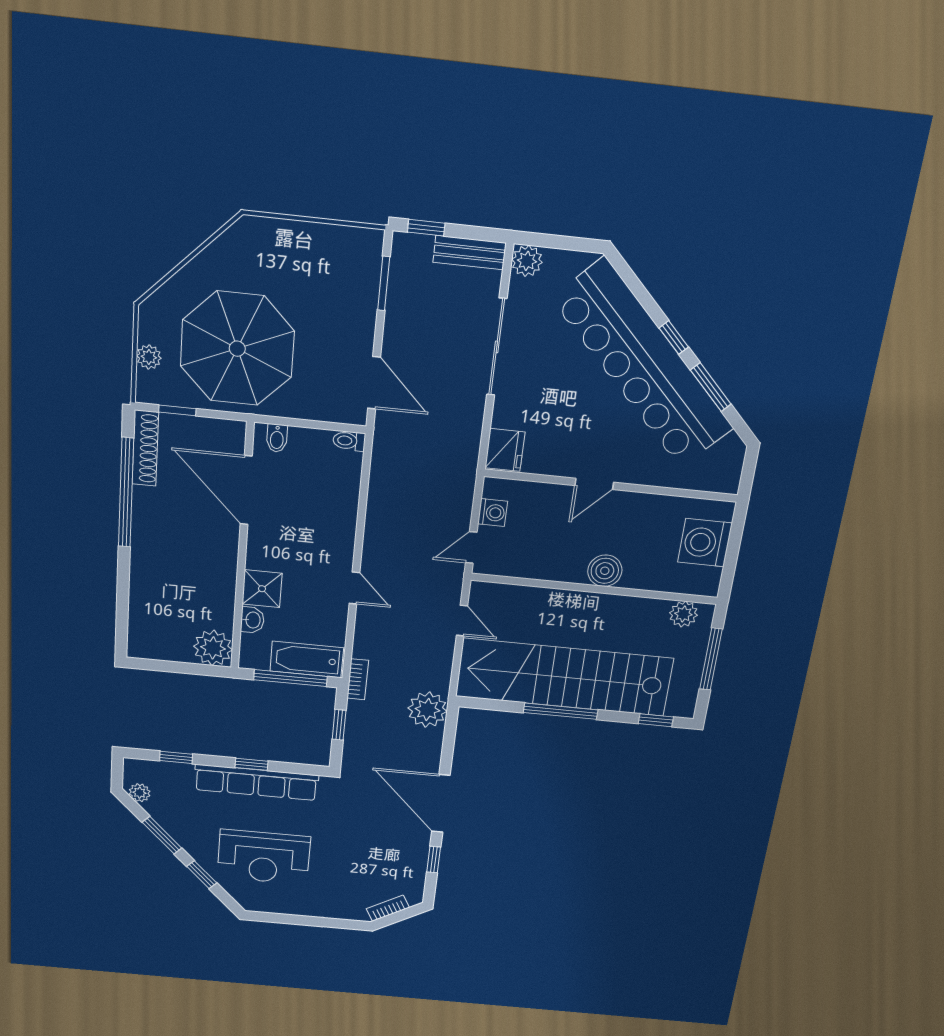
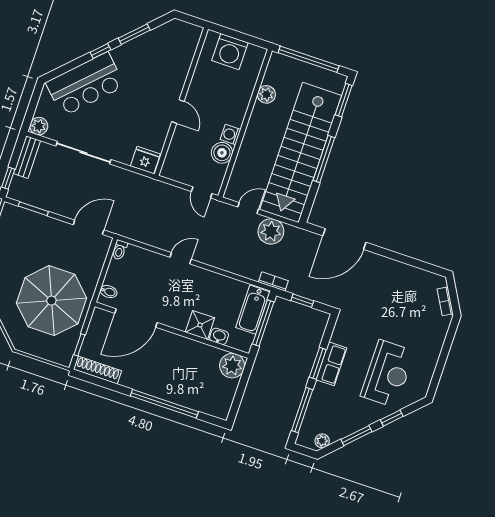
plant: (149, 357) -> (45, 352), removed
bar counter: (643, 364) -> (85, 84), width x0.54
window: (126, 493) -> (164, 404), moved
washing machine: (493, 513) -> (230, 135), moved, turned -90
boiler: (605, 571) -> (222, 153), moved
door: (354, 588) -> (181, 258), moved
plant: (683, 614) -> (266, 94), moved
window: (711, 659) -> (309, 59), width x1.46
plant: (427, 710) -> (271, 231), moved
window: (656, 720) -> (344, 100), width x1.50
window: (176, 757) -> (302, 410), width x2.17
window: (252, 764) -> (318, 363), width x1.50
row of seats: (256, 782) -> (331, 364), width x0.50
door: (441, 803) -> (344, 239), moved
window: (434, 859) -> (414, 263), removed

